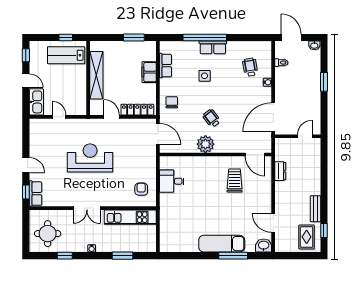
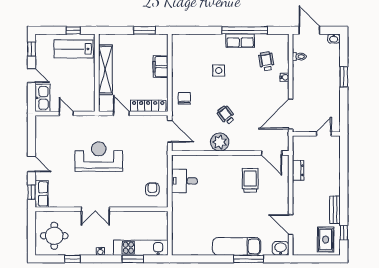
window: (205, 37) -> (245, 30), moved
row of seats: (213, 47) -> (240, 41), moved
row of seats: (165, 66) -> (178, 60), removed
kitchen unit: (130, 217) -> (141, 248), moved, turned 180

